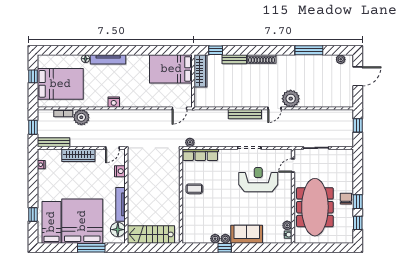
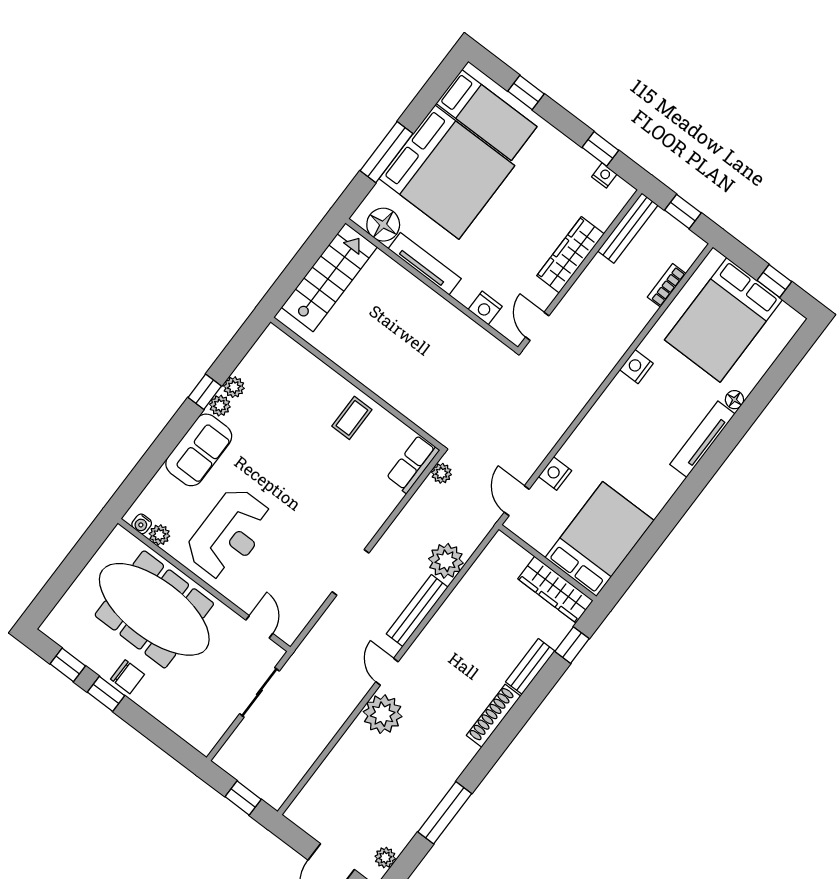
nightstand: (114, 102) -> (636, 367), moved
nightstand: (160, 102) -> (555, 474), added
plant: (81, 117) -> (446, 561), moved
row of seats: (200, 155) -> (413, 464), width x0.68
window: (33, 173) -> (600, 149), added
reception desk: (258, 180) -> (229, 534), moved

